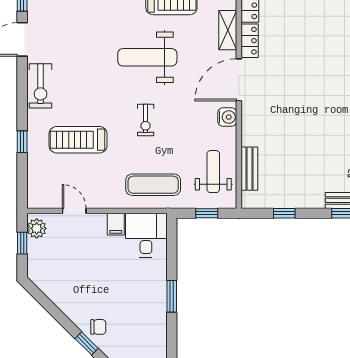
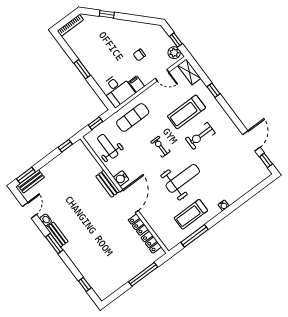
shelving: (228, 30) -> (189, 72), moved
exercise bike: (41, 86) -> (200, 136), moved, turned -90
treadmill: (78, 140) -> (186, 112), turned 180
bench: (249, 169) -> (108, 184), moved
weight bench: (213, 172) -> (108, 146), turned 180
window: (284, 213) -> (65, 146), moved
chair: (98, 327) -> (139, 55), moved

